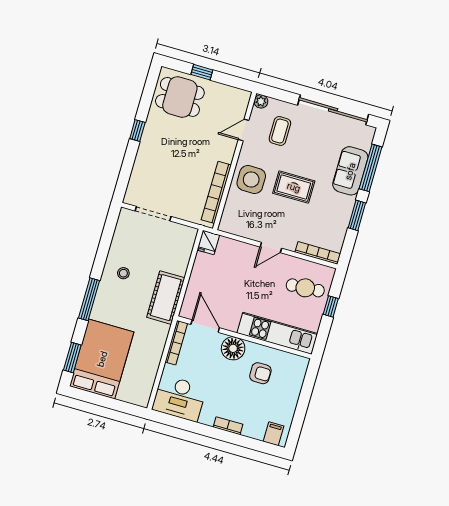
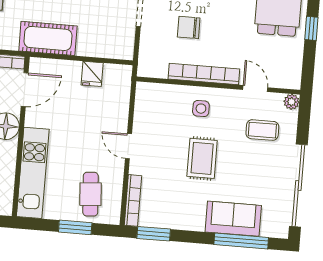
chair: (180, 176) -> (189, 27), added
side table: (251, 180) -> (201, 109), width x0.54, depth x0.54
bookcase: (216, 192) -> (204, 74), moved
window: (357, 215) -> (154, 234), moved
fridge: (208, 243) -> (92, 74), moved, turned -90
window: (331, 306) -> (75, 227), width x1.50

